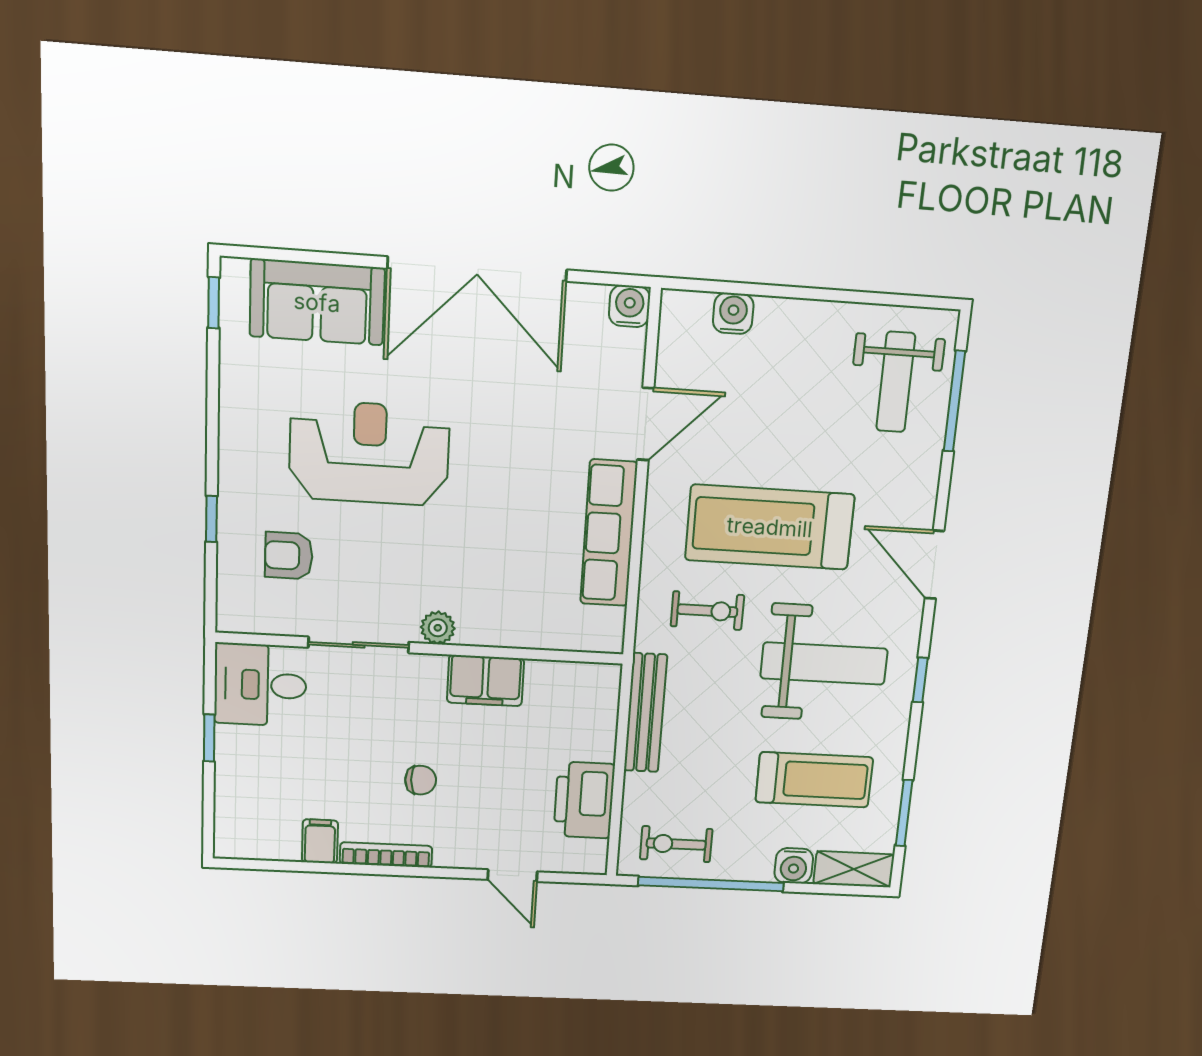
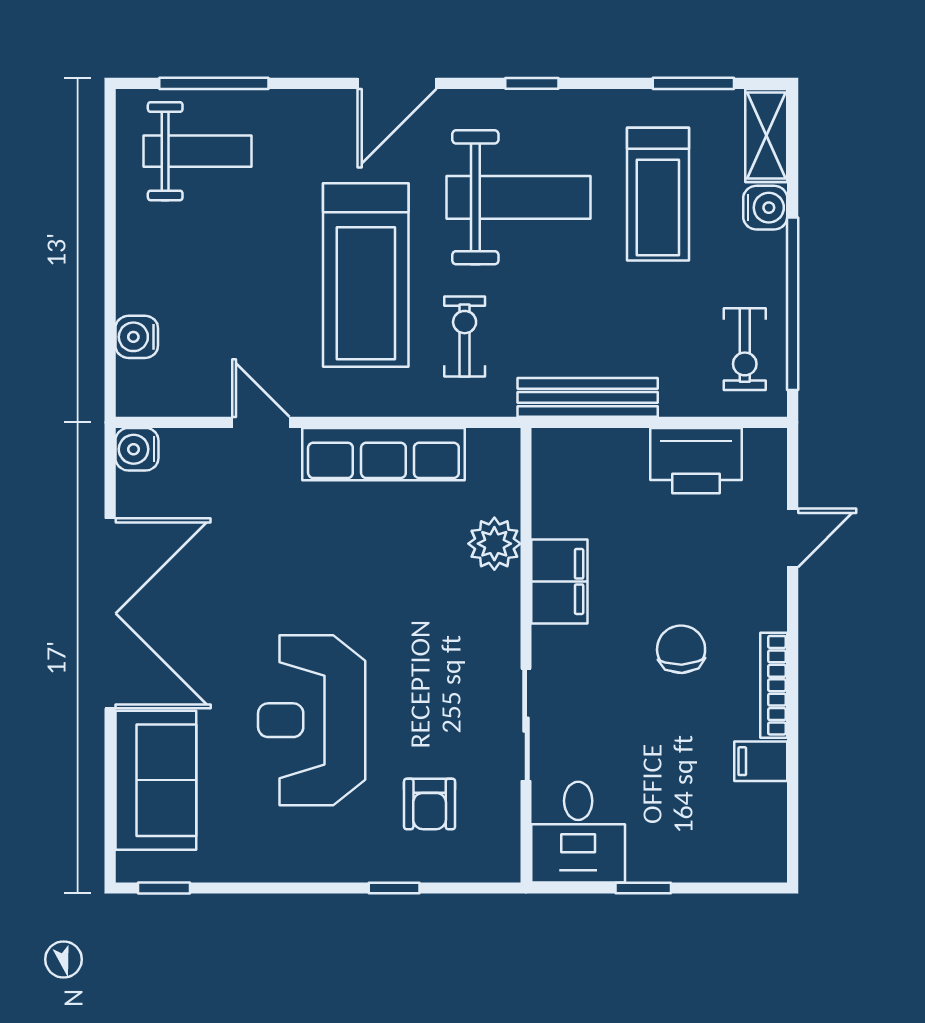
door: (646, 424) -> (261, 422), width x0.73
plant: (438, 628) -> (494, 544), moved, width x1.38, depth x1.38
weight bench: (824, 663) -> (518, 197), turned 90
chair: (421, 780) -> (681, 649), width x1.37, depth x1.37
treadmill: (814, 780) -> (658, 194), turned 180

